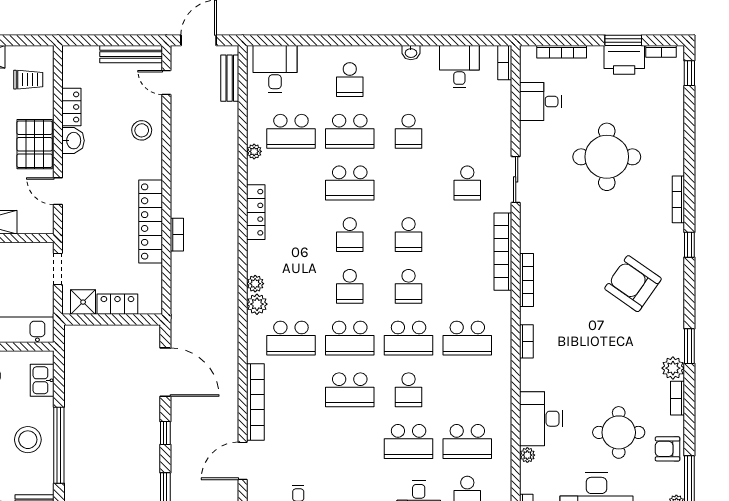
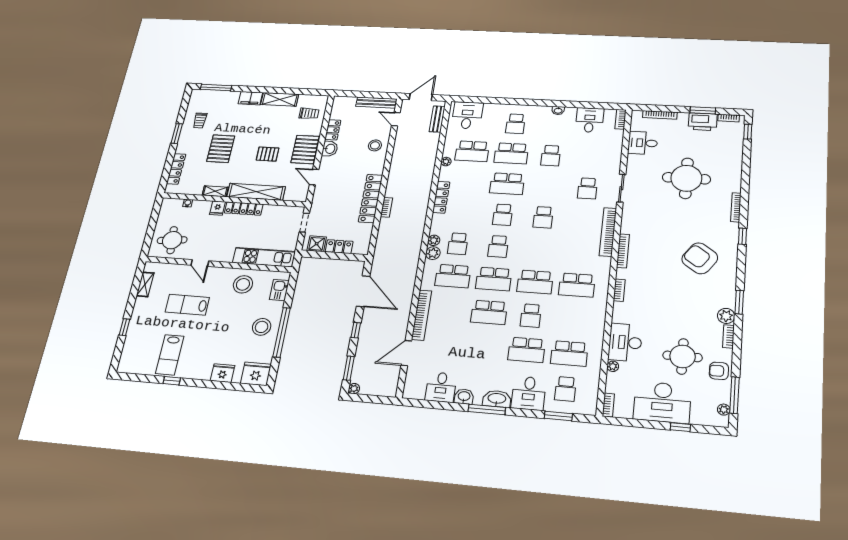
school desk: (409, 286) -> (458, 244), moved

